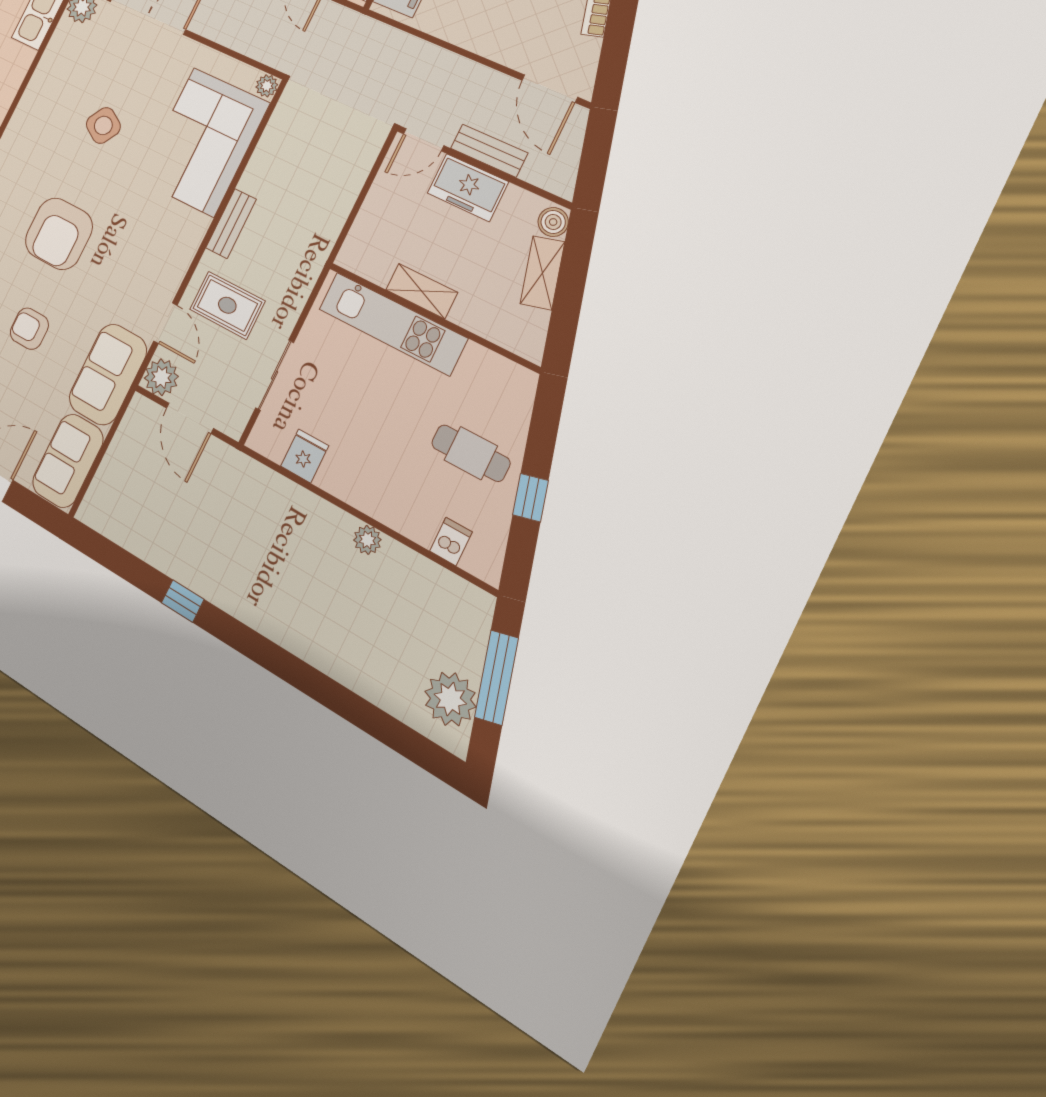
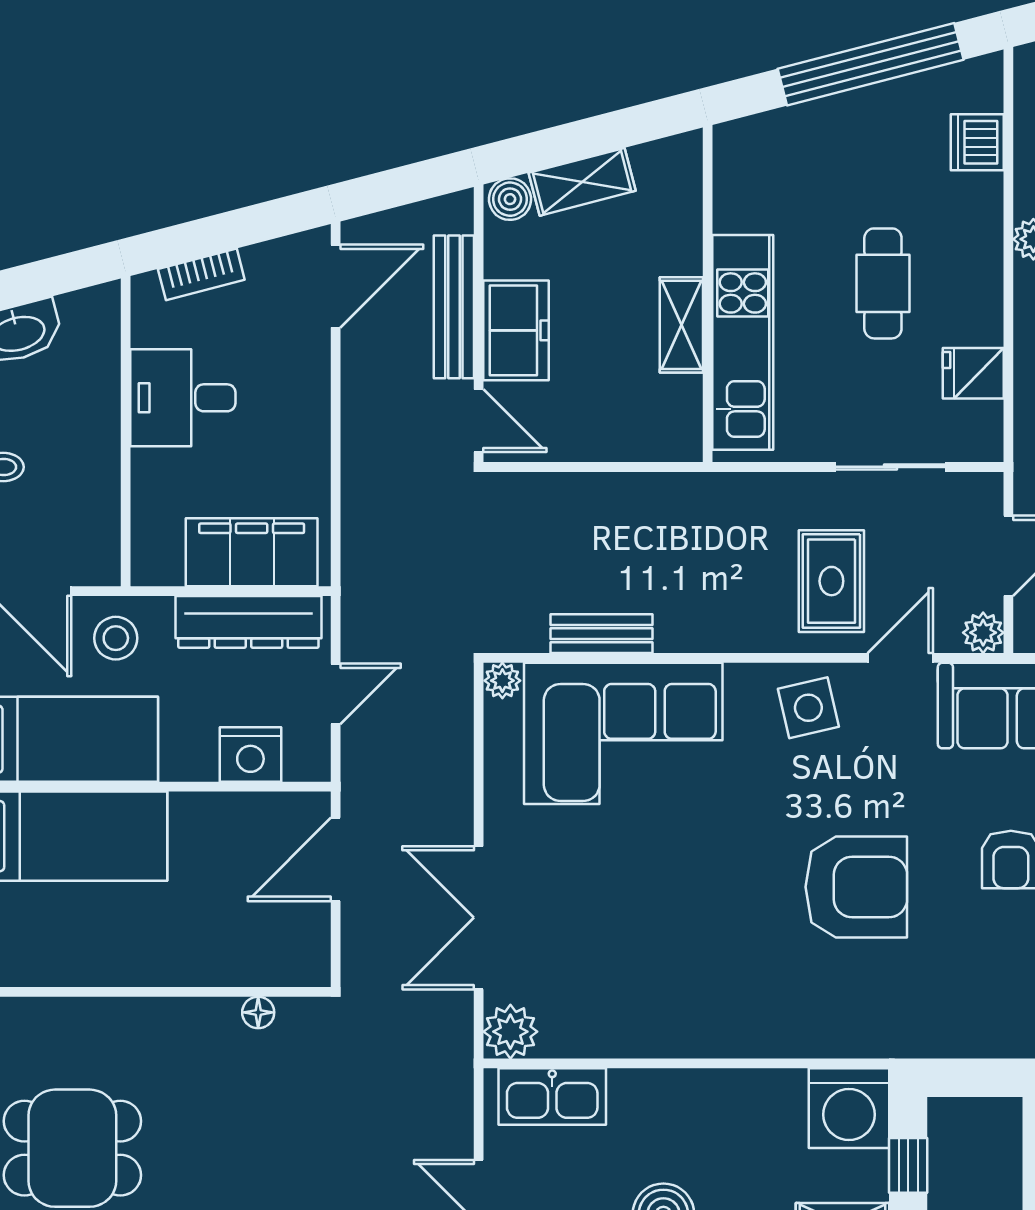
side table: (103, 125) -> (808, 708), moved, turned 45
bench: (489, 151) -> (454, 307), width x1.36
bench: (231, 224) -> (601, 634), moved
plant: (161, 377) -> (983, 633), width x0.73, depth x0.73
cafe table: (471, 453) -> (883, 283), moved
window: (531, 498) -> (871, 64), width x3.17
dishwasher: (451, 542) -> (977, 142), width x1.38

